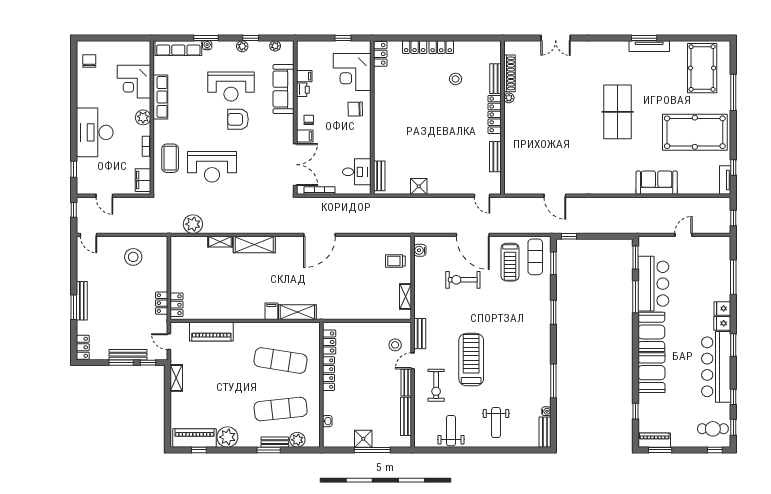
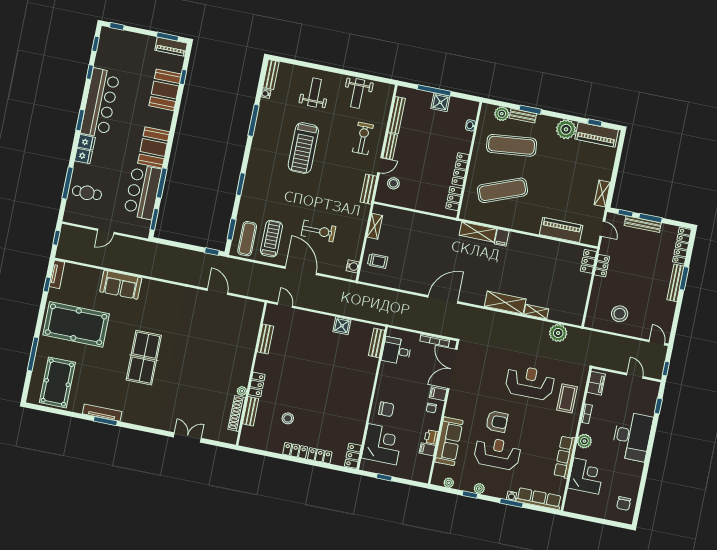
locker: (495, 114) -> (257, 385), width x0.66
locker: (83, 347) -> (682, 246), width x1.53
exercise mat: (281, 360) -> (502, 190), turned -30
treadmill: (471, 360) -> (303, 148), moved
booth: (651, 373) -> (165, 90), moved
cafe table: (713, 429) -> (87, 193), moved

